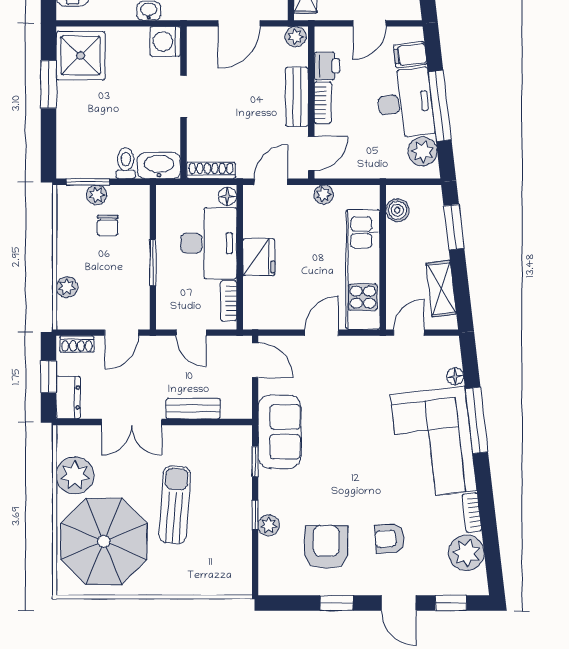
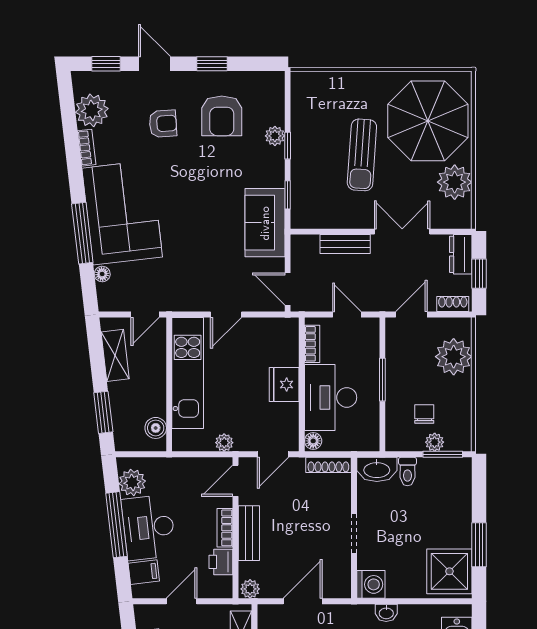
plant: (67, 287) -> (454, 357), width x1.87, depth x1.87

